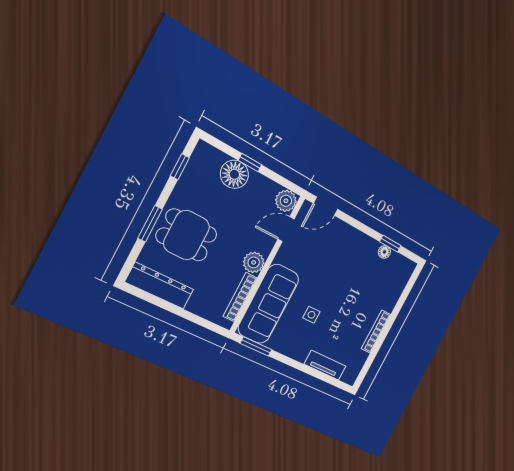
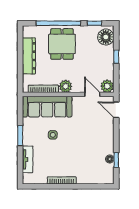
floor lamp: (234, 174) -> (106, 37), moved
window: (150, 224) -> (58, 23), width x2.11
dresser: (160, 286) -> (29, 56), moved
window: (256, 346) -> (20, 136), moved

